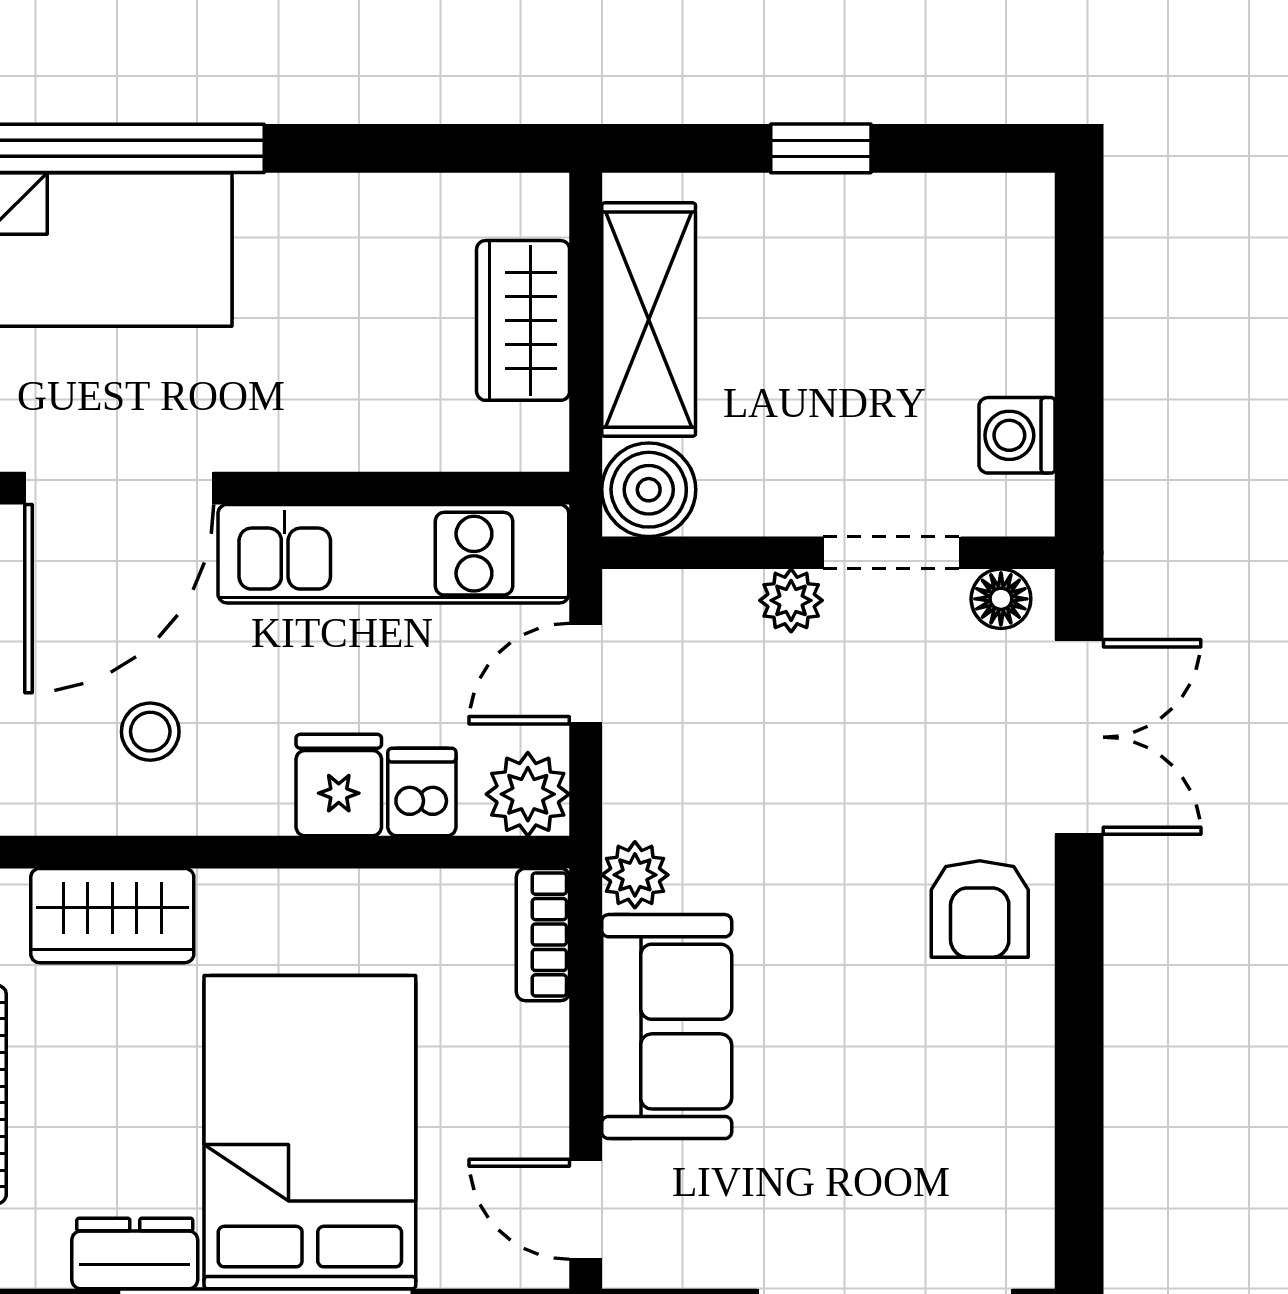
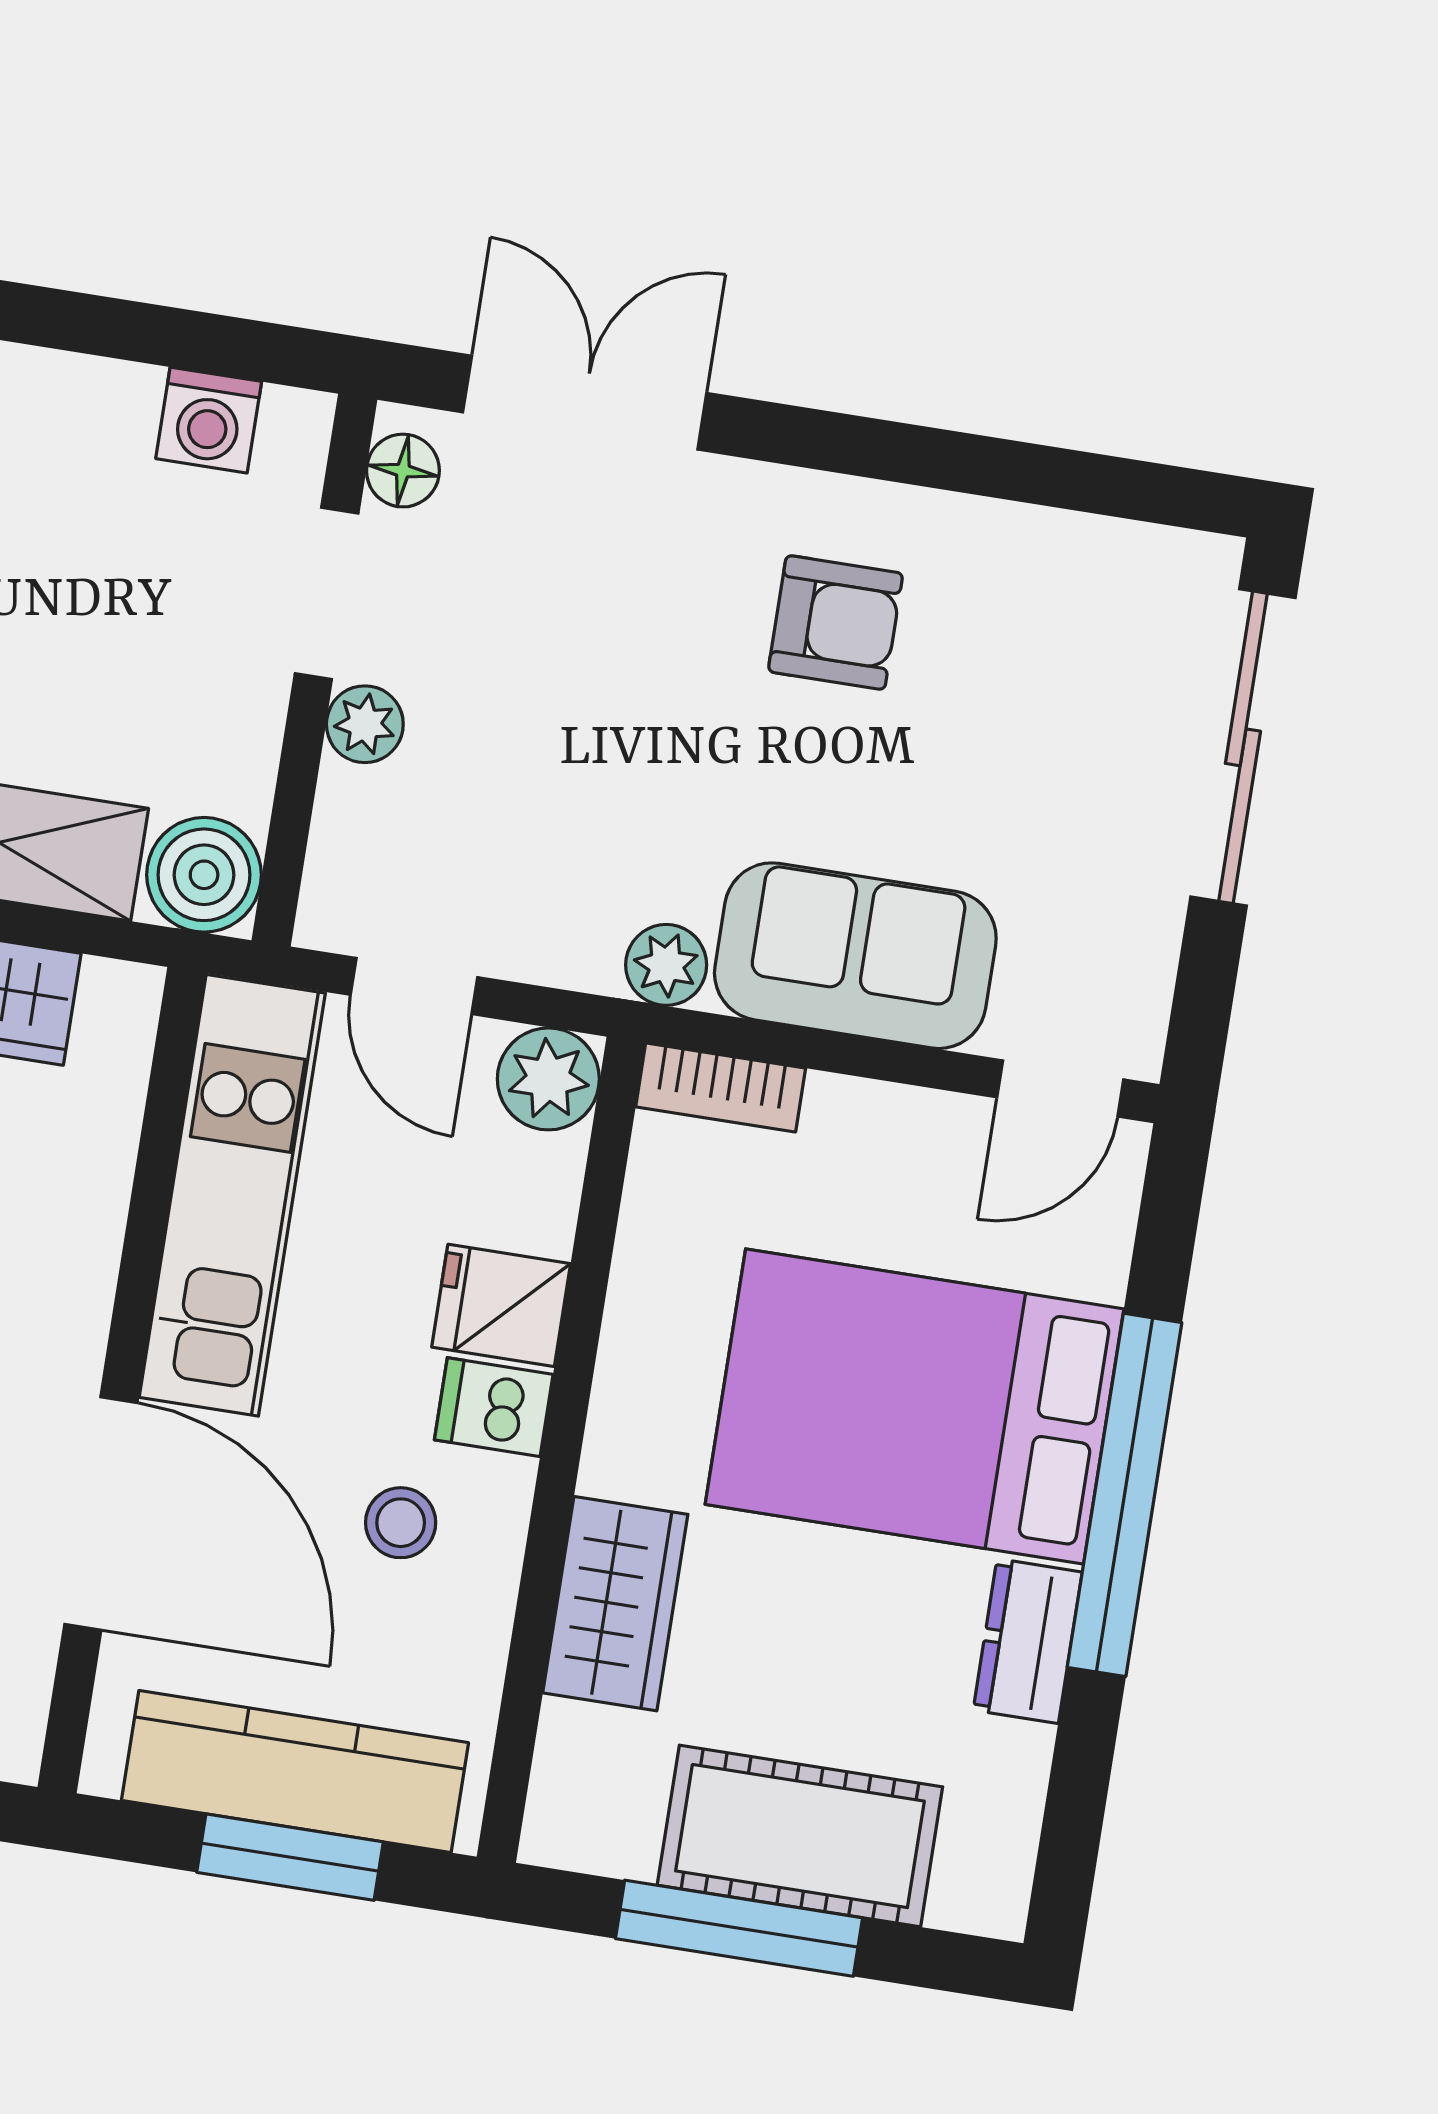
dishwasher: (422, 792) -> (494, 1407), moved
armchair: (980, 909) -> (836, 622), moved

